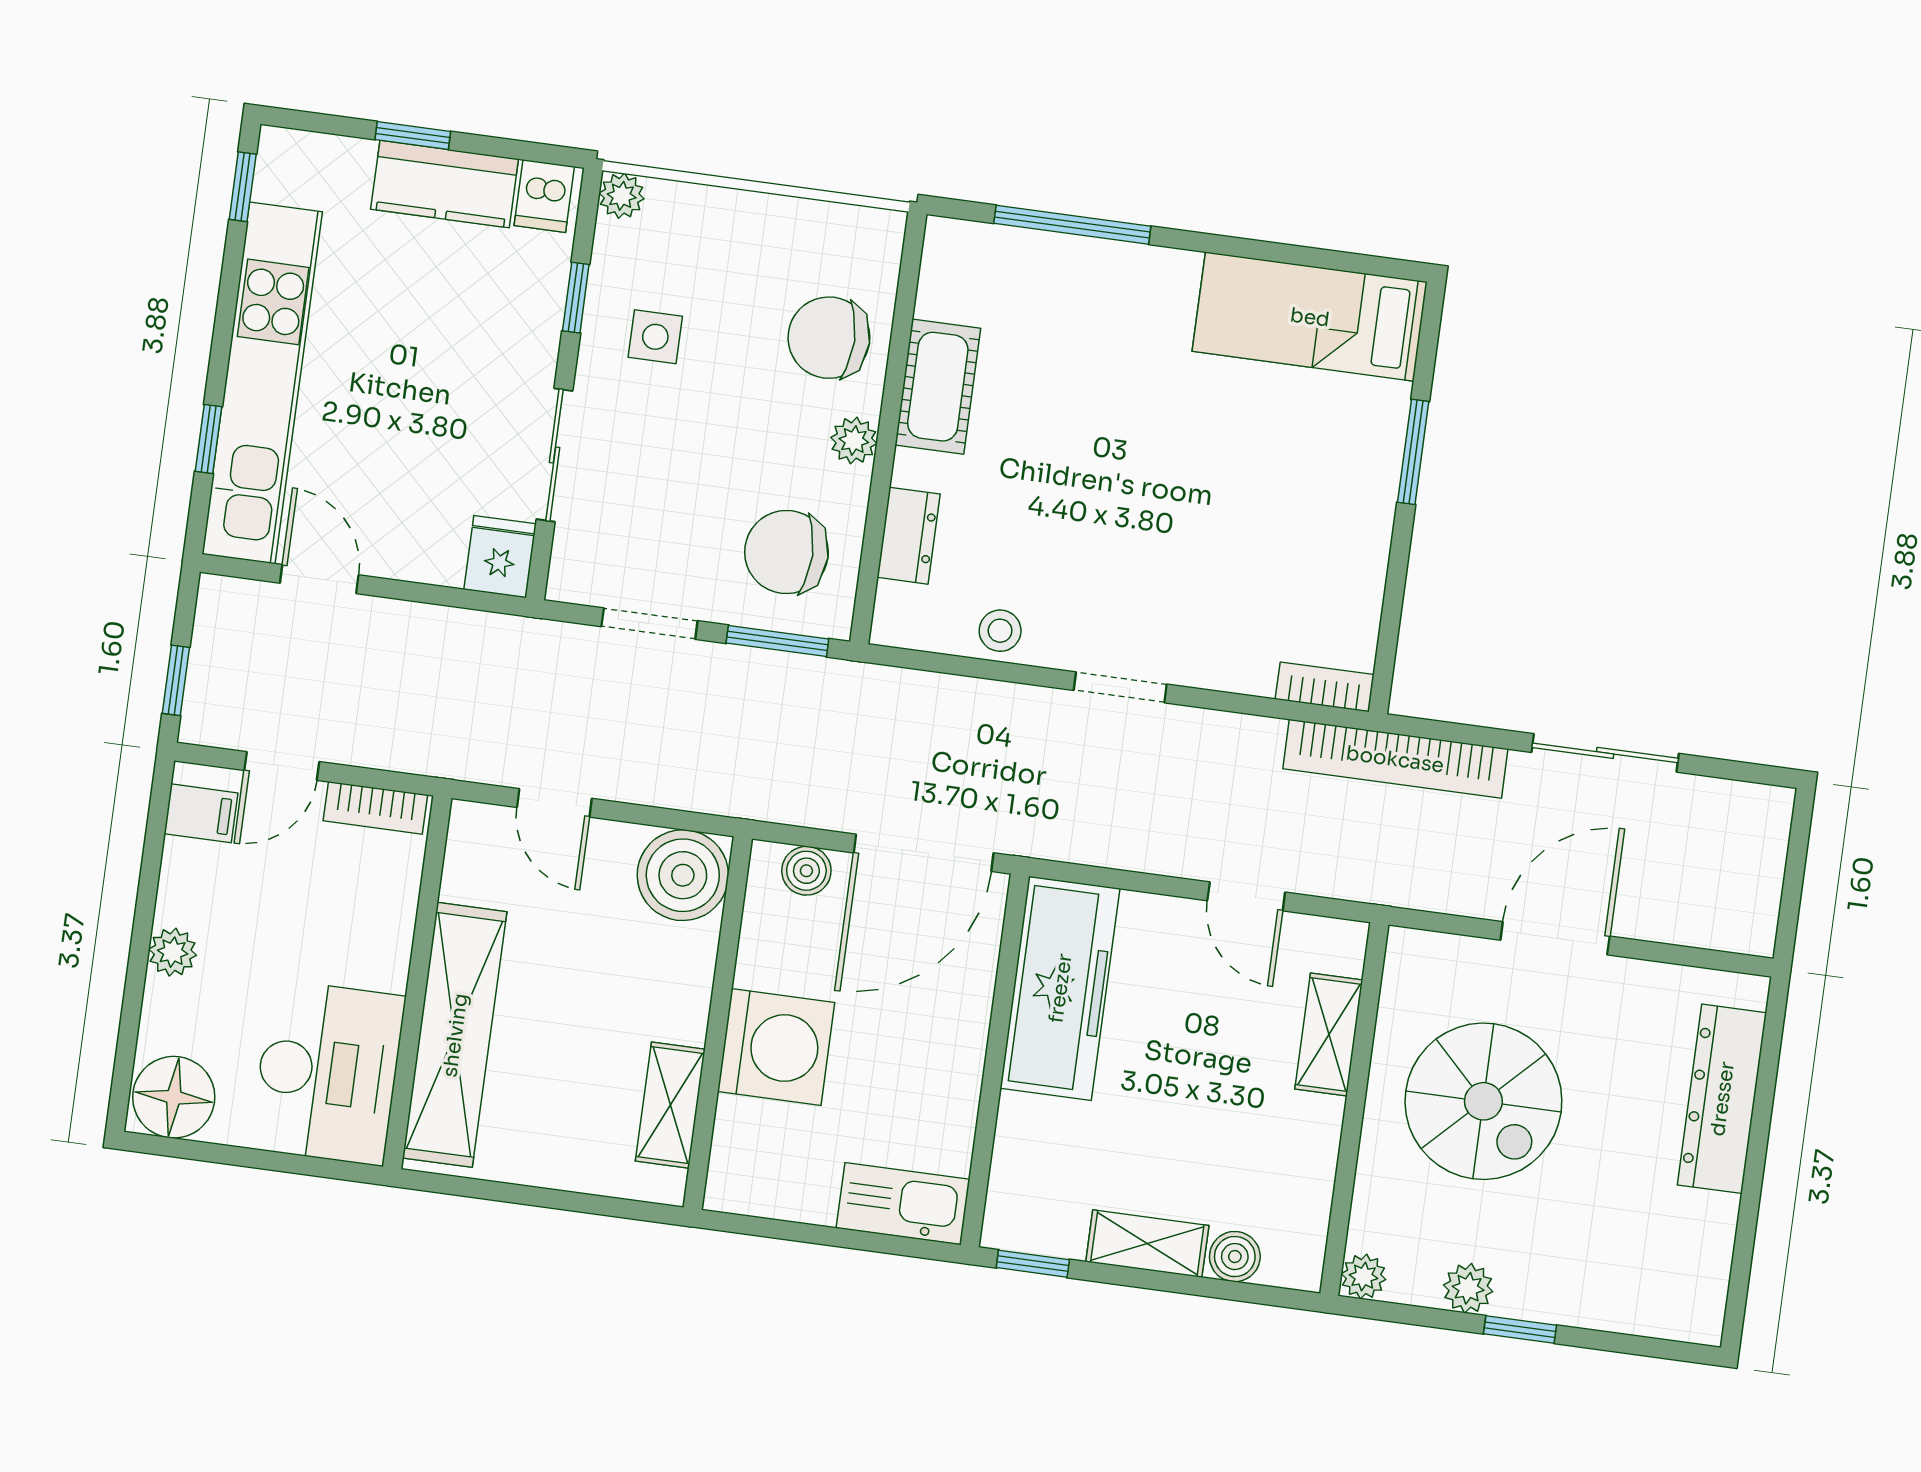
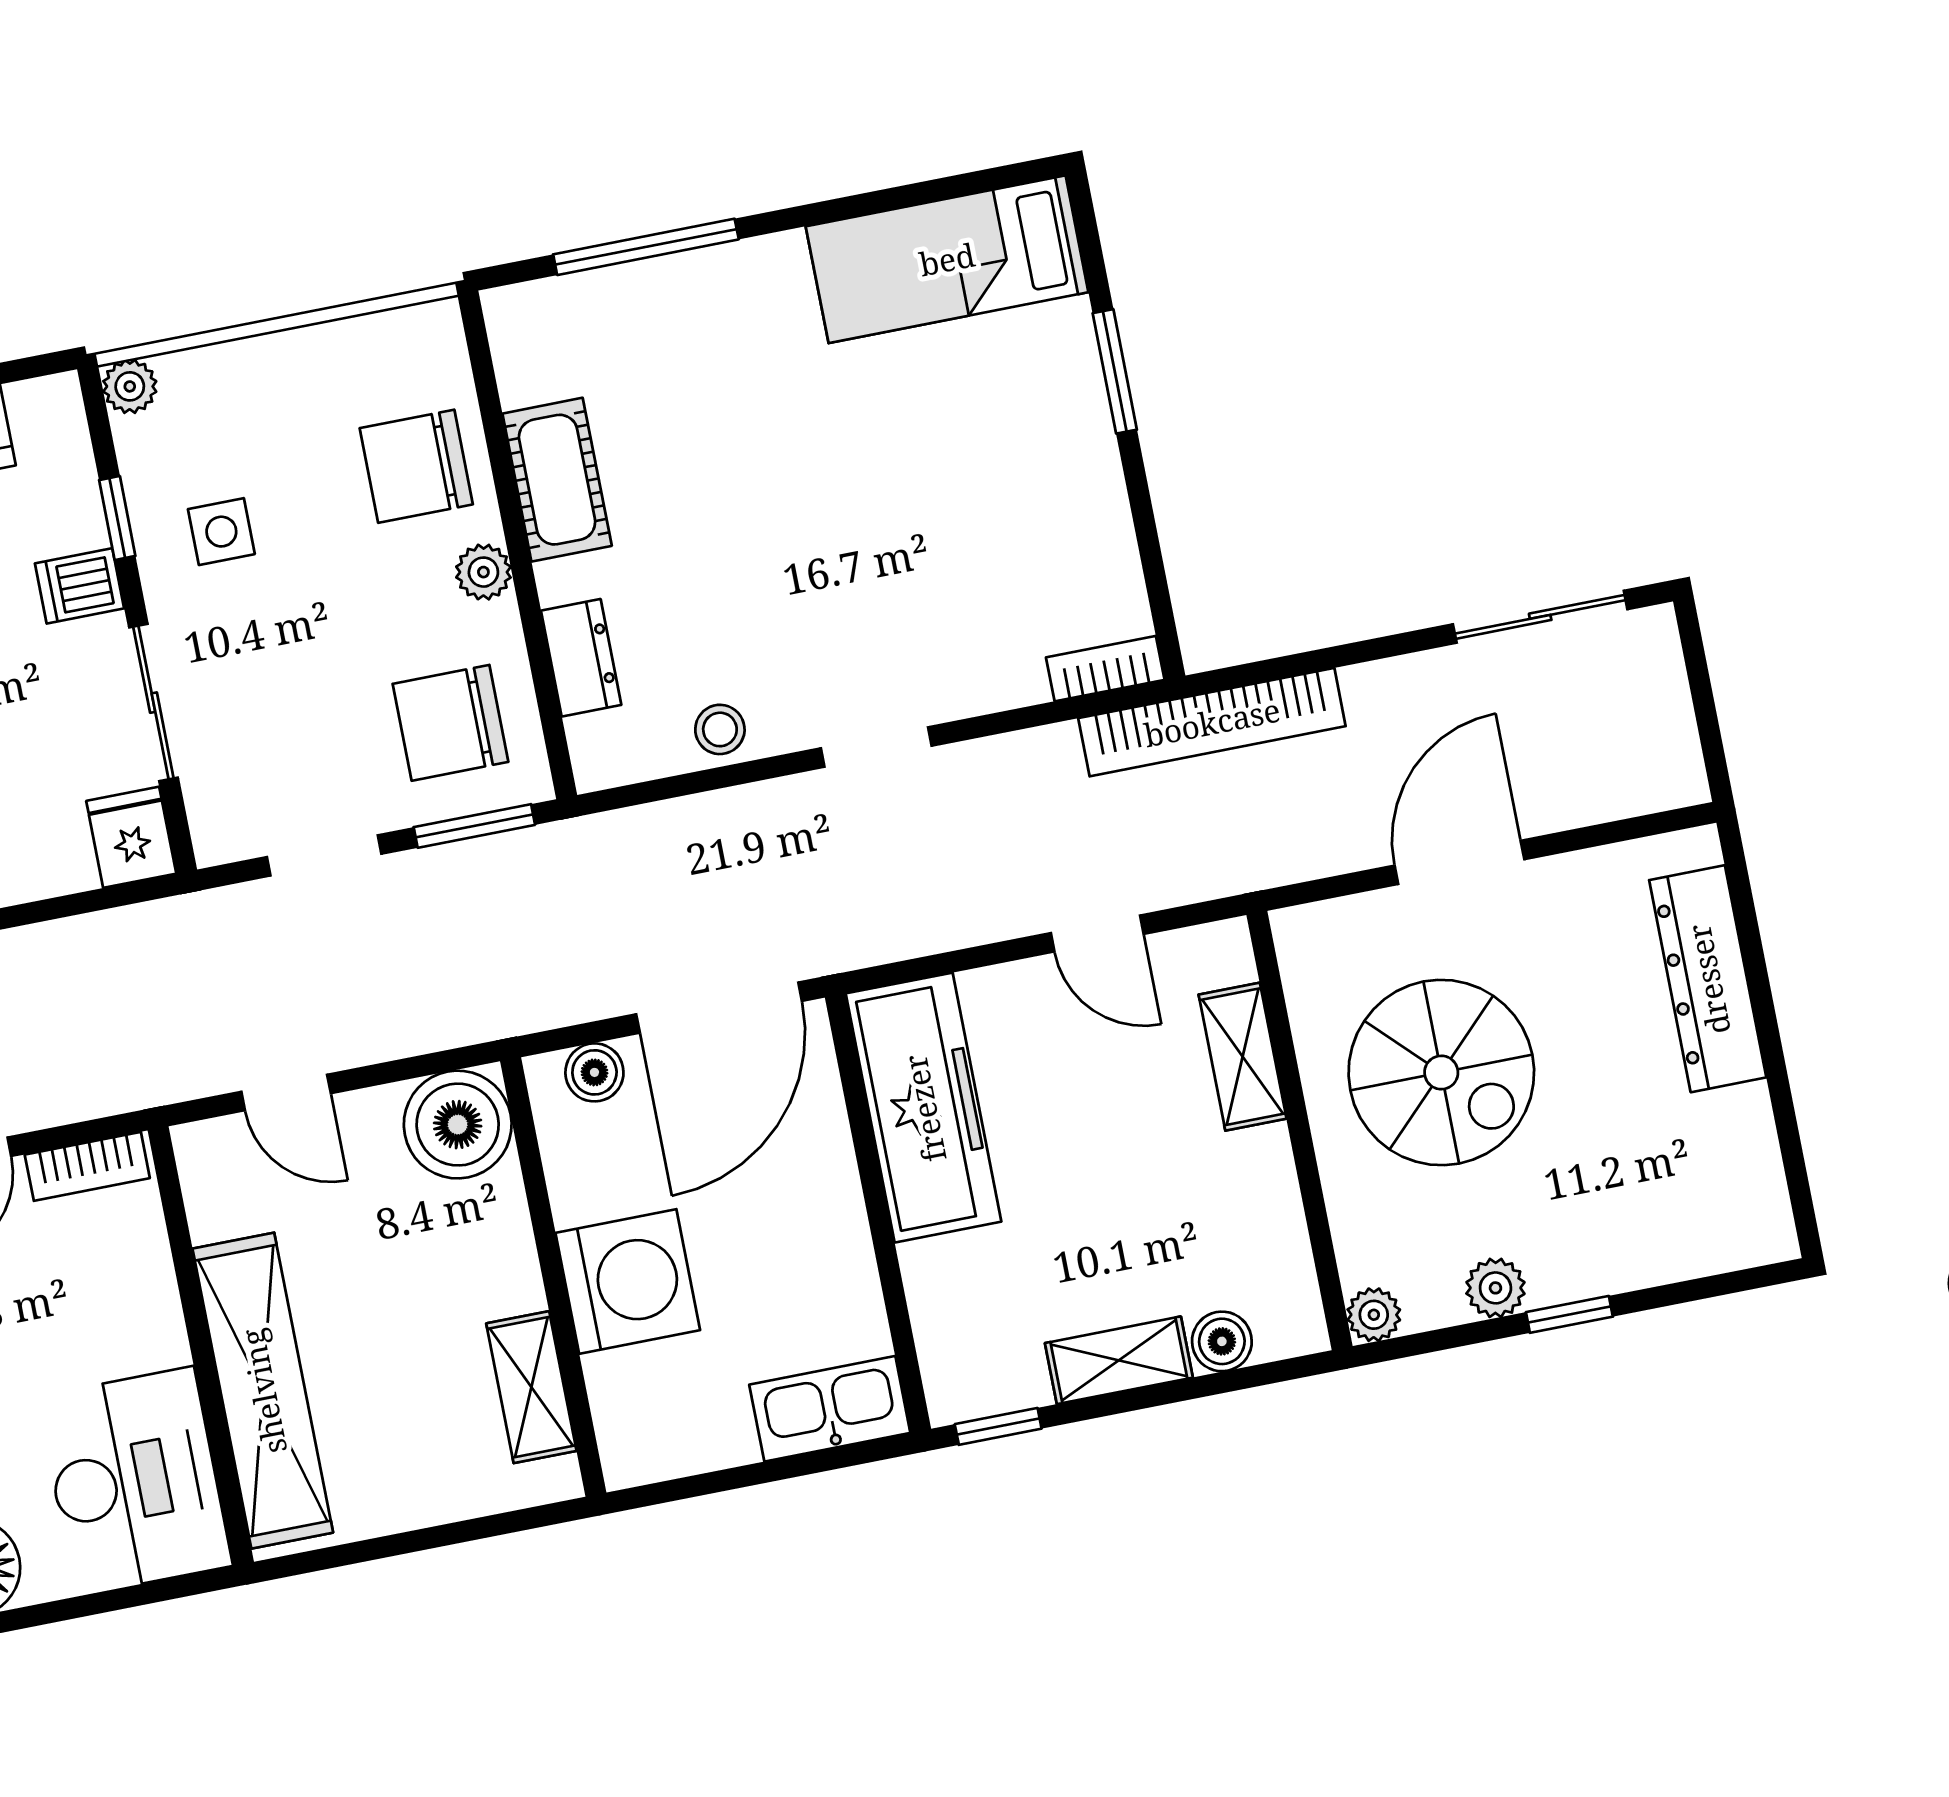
dishwasher: (544, 196) -> (80, 586), moved, turned 90
sliding door: (1605, 753) -> (1540, 617), moved

